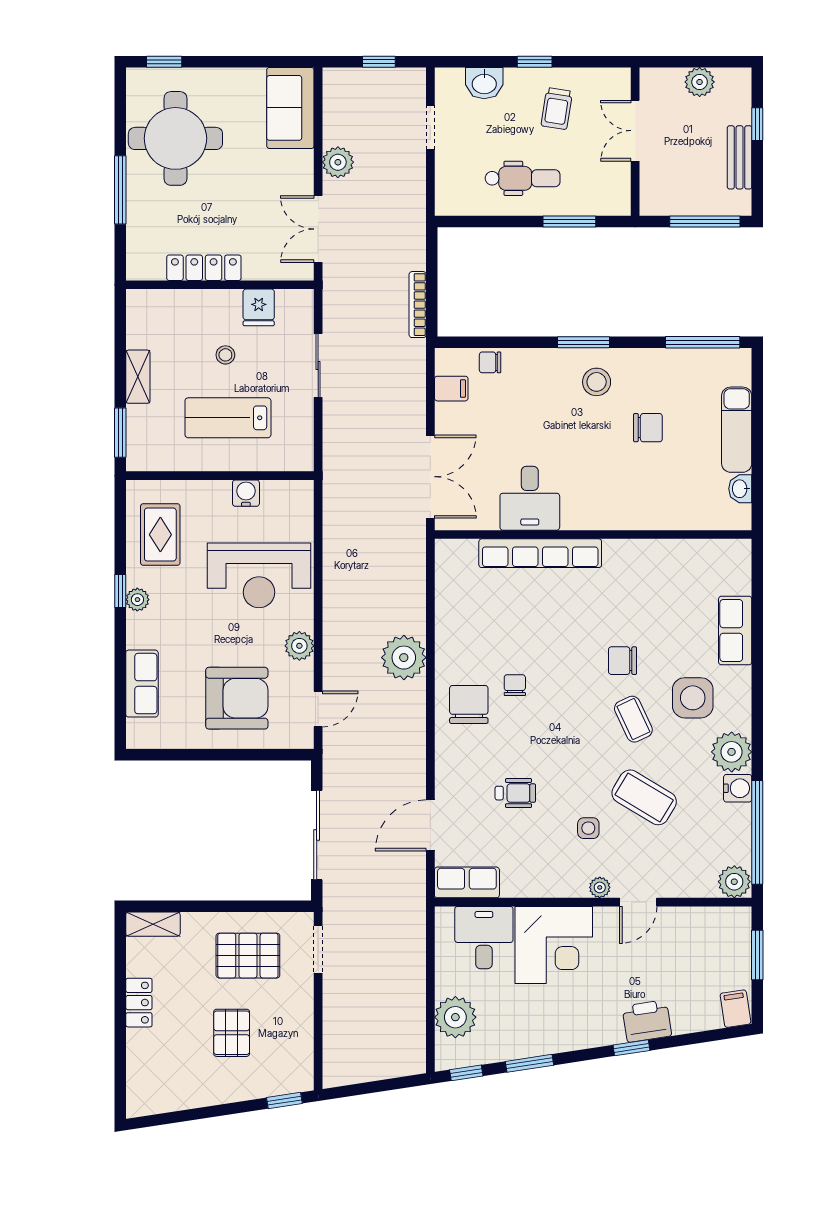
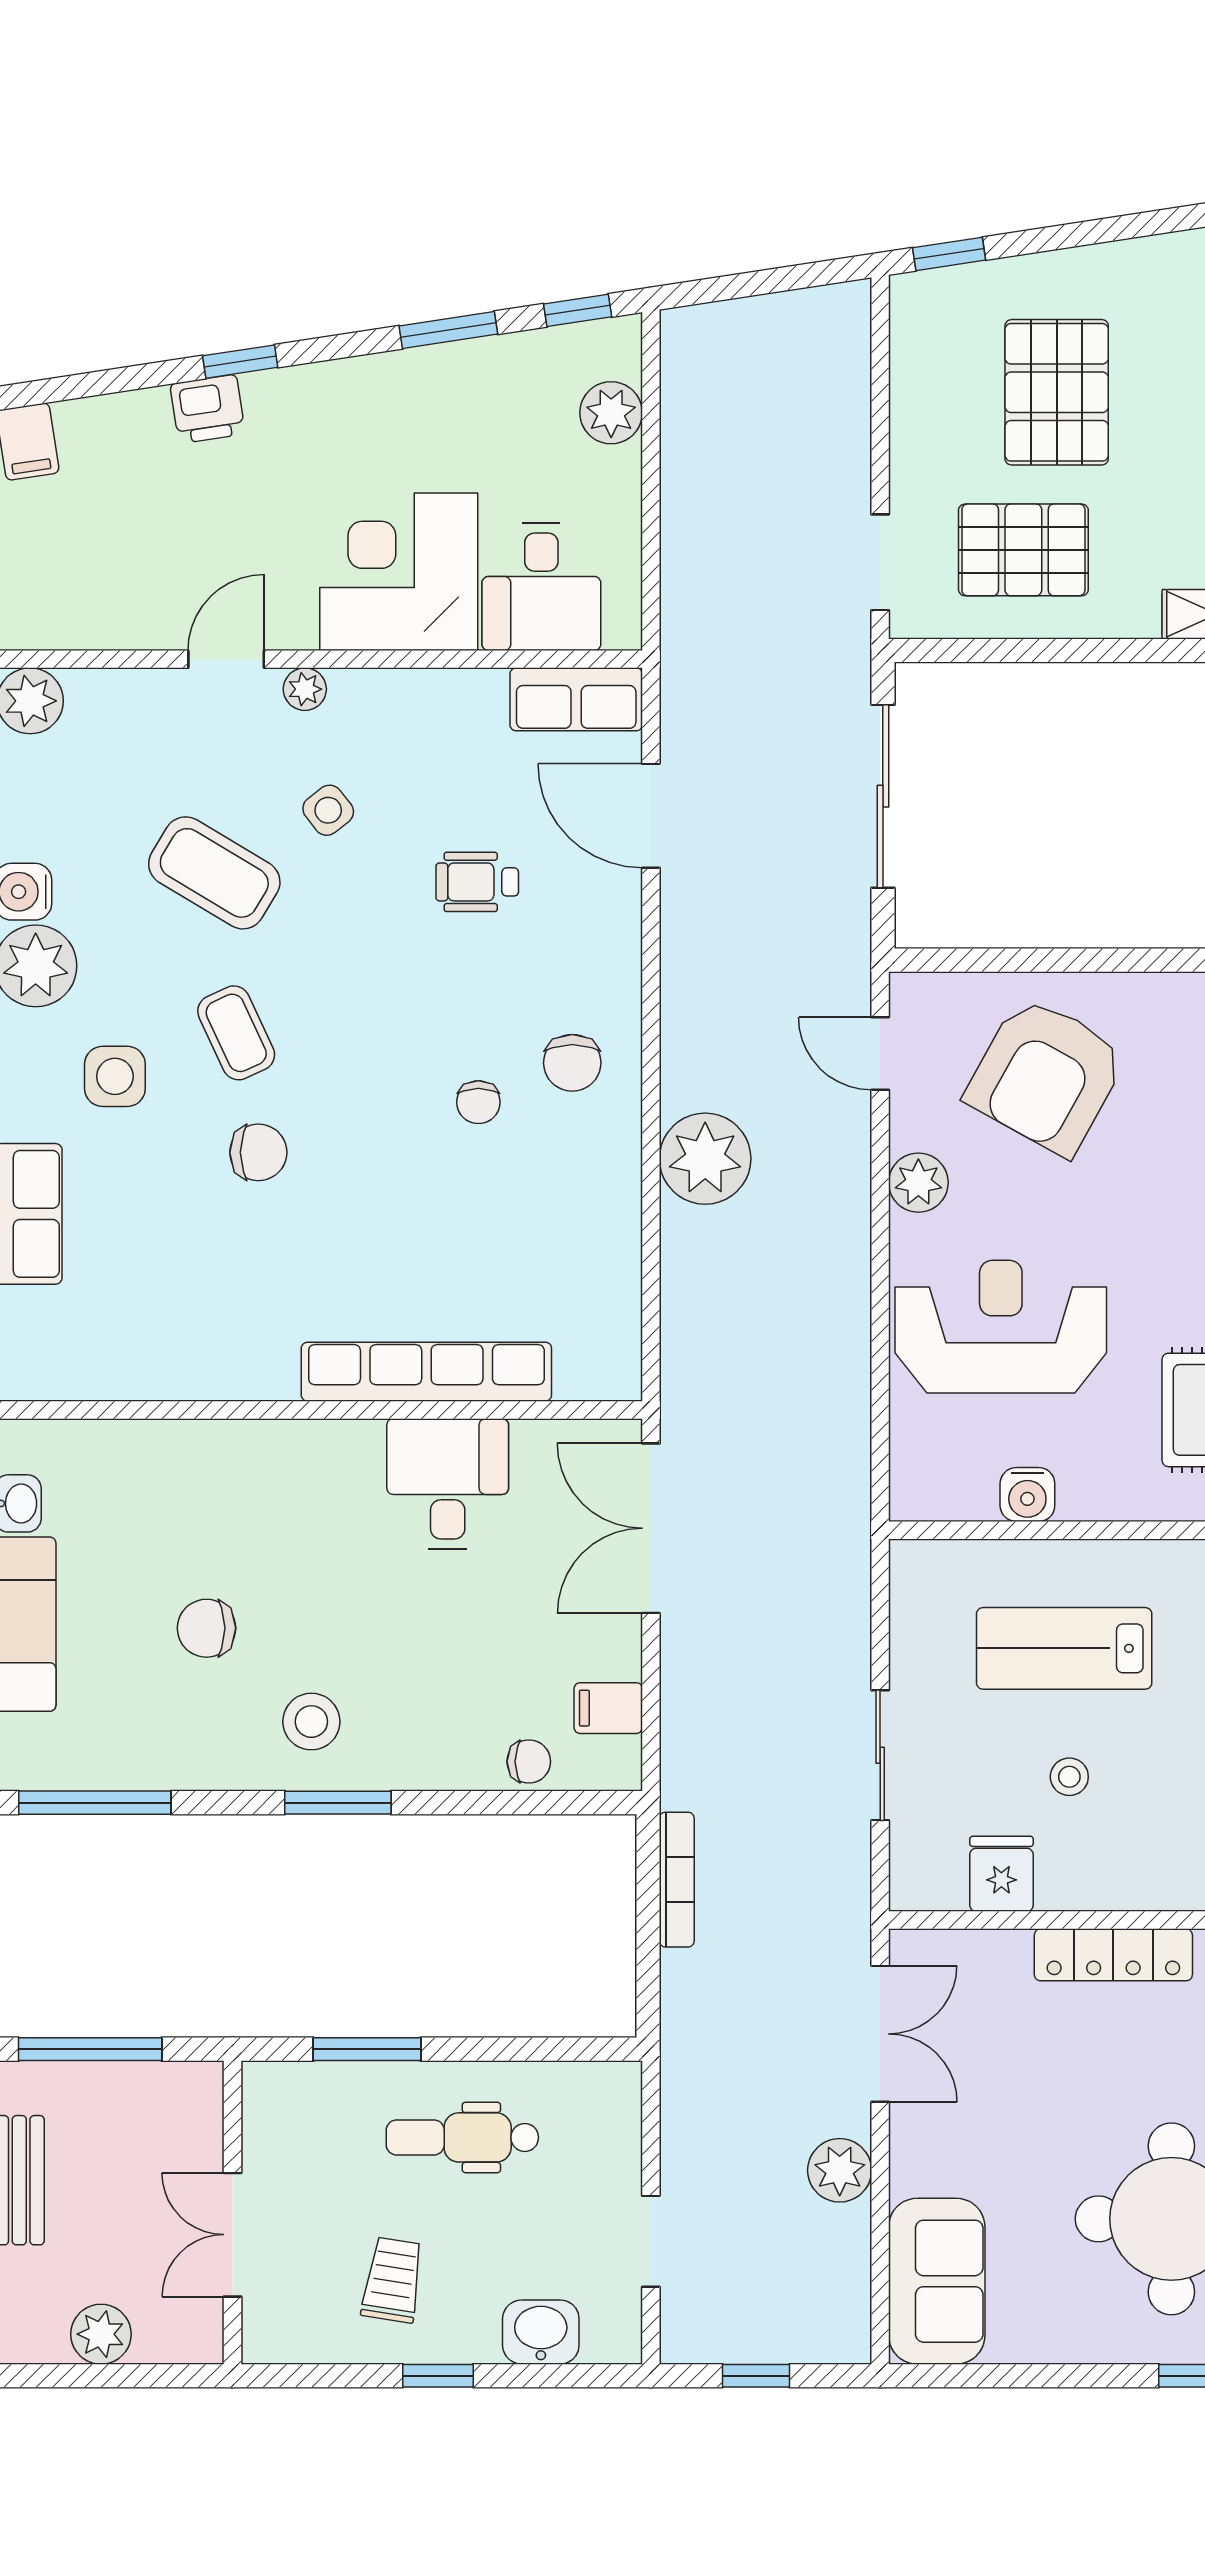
double door: (635, 131) -> (232, 2235), swing flipped
lab bench: (228, 418) -> (1064, 1648), turned 180
armchair: (237, 698) -> (1046, 1076), turned -61
side table: (693, 698) -> (115, 1076), width x0.73, depth x0.73
chair: (469, 704) -> (572, 1063), width x0.73, depth x0.73
door: (318, 709) -> (880, 1053), hinge flipped
door: (430, 825) -> (651, 816), swing flipped
side table: (588, 828) -> (328, 810), turned -38
plant: (455, 1017) -> (611, 413), width x0.73, depth x0.73
printer: (647, 1021) -> (208, 409), width x0.73, depth x0.81
pallet: (232, 1033) -> (1057, 392), width x1.50, depth x1.42

